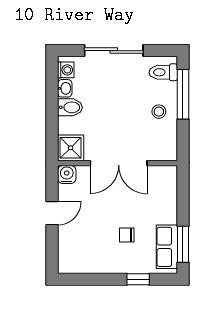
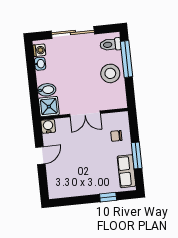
bidet: (70, 107) -> (47, 90), moved
stool: (159, 112) -> (110, 73), width x1.89, depth x1.89
double door: (119, 163) -> (85, 114), width x0.73
chair: (127, 235) -> (116, 136), moved
window: (183, 244) -> (137, 155), moved

